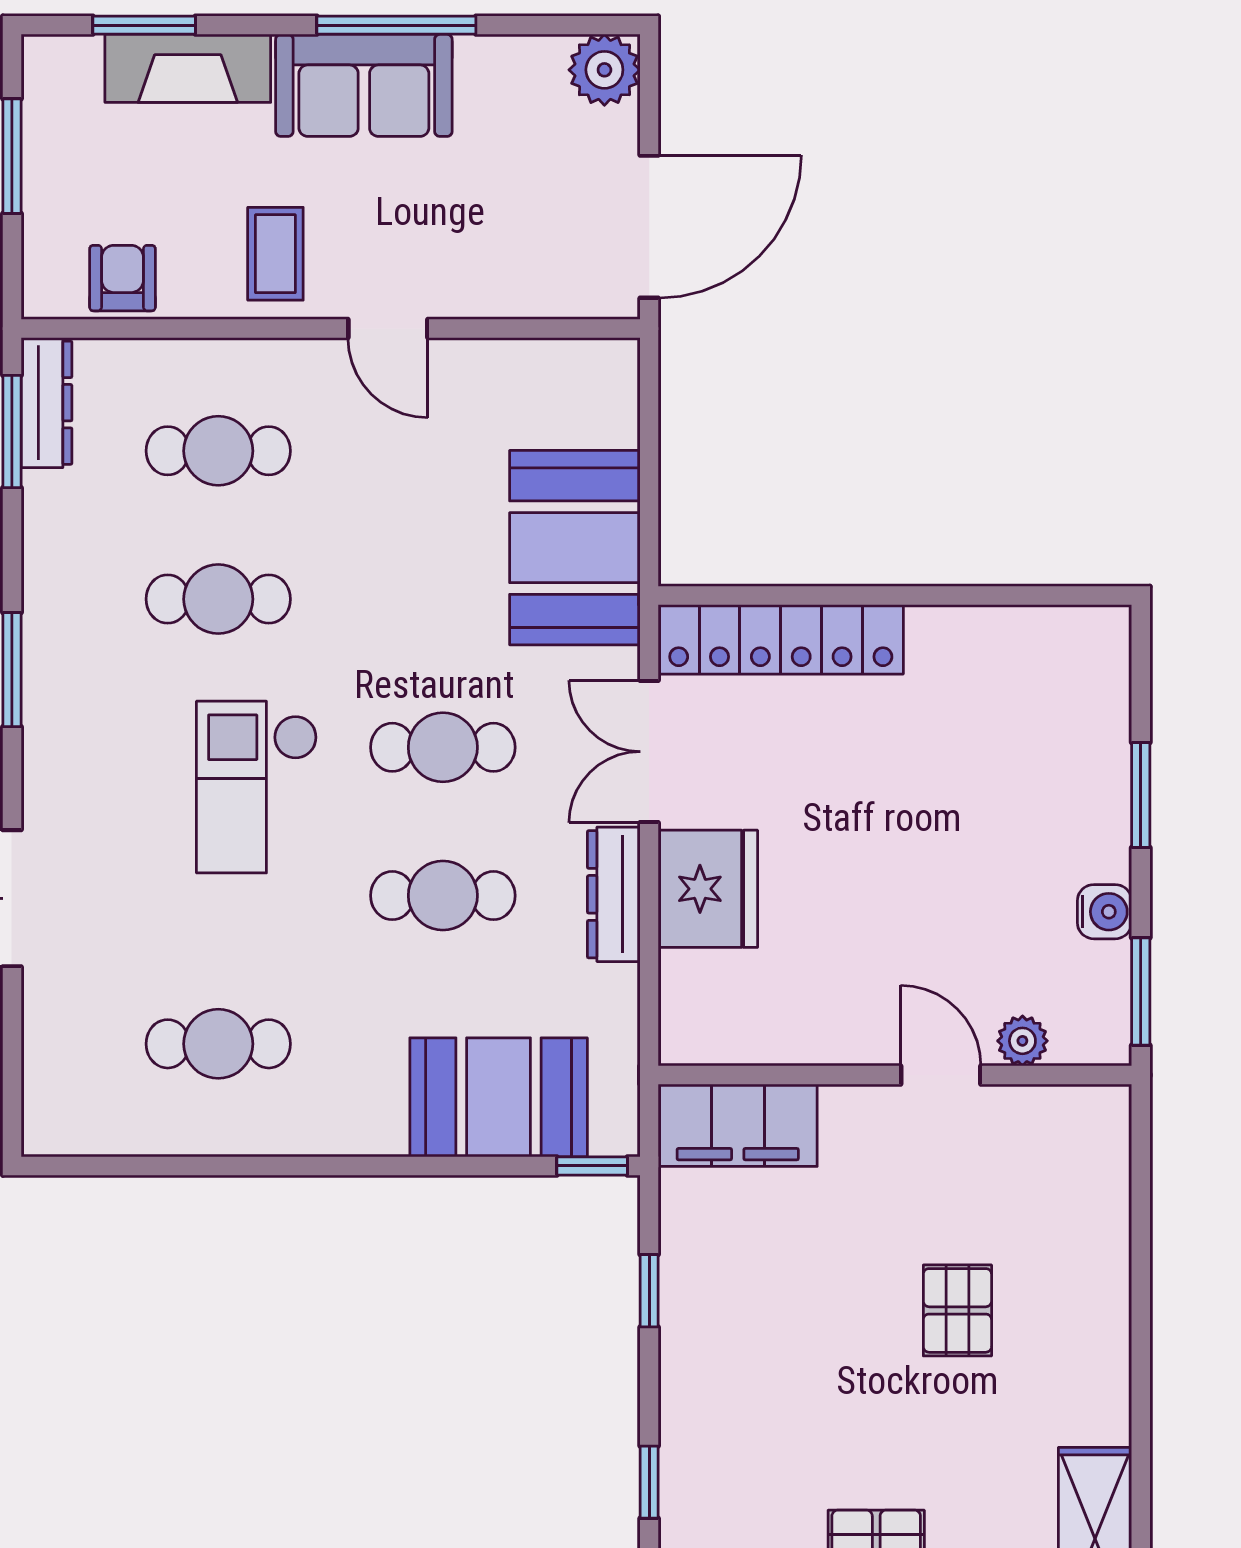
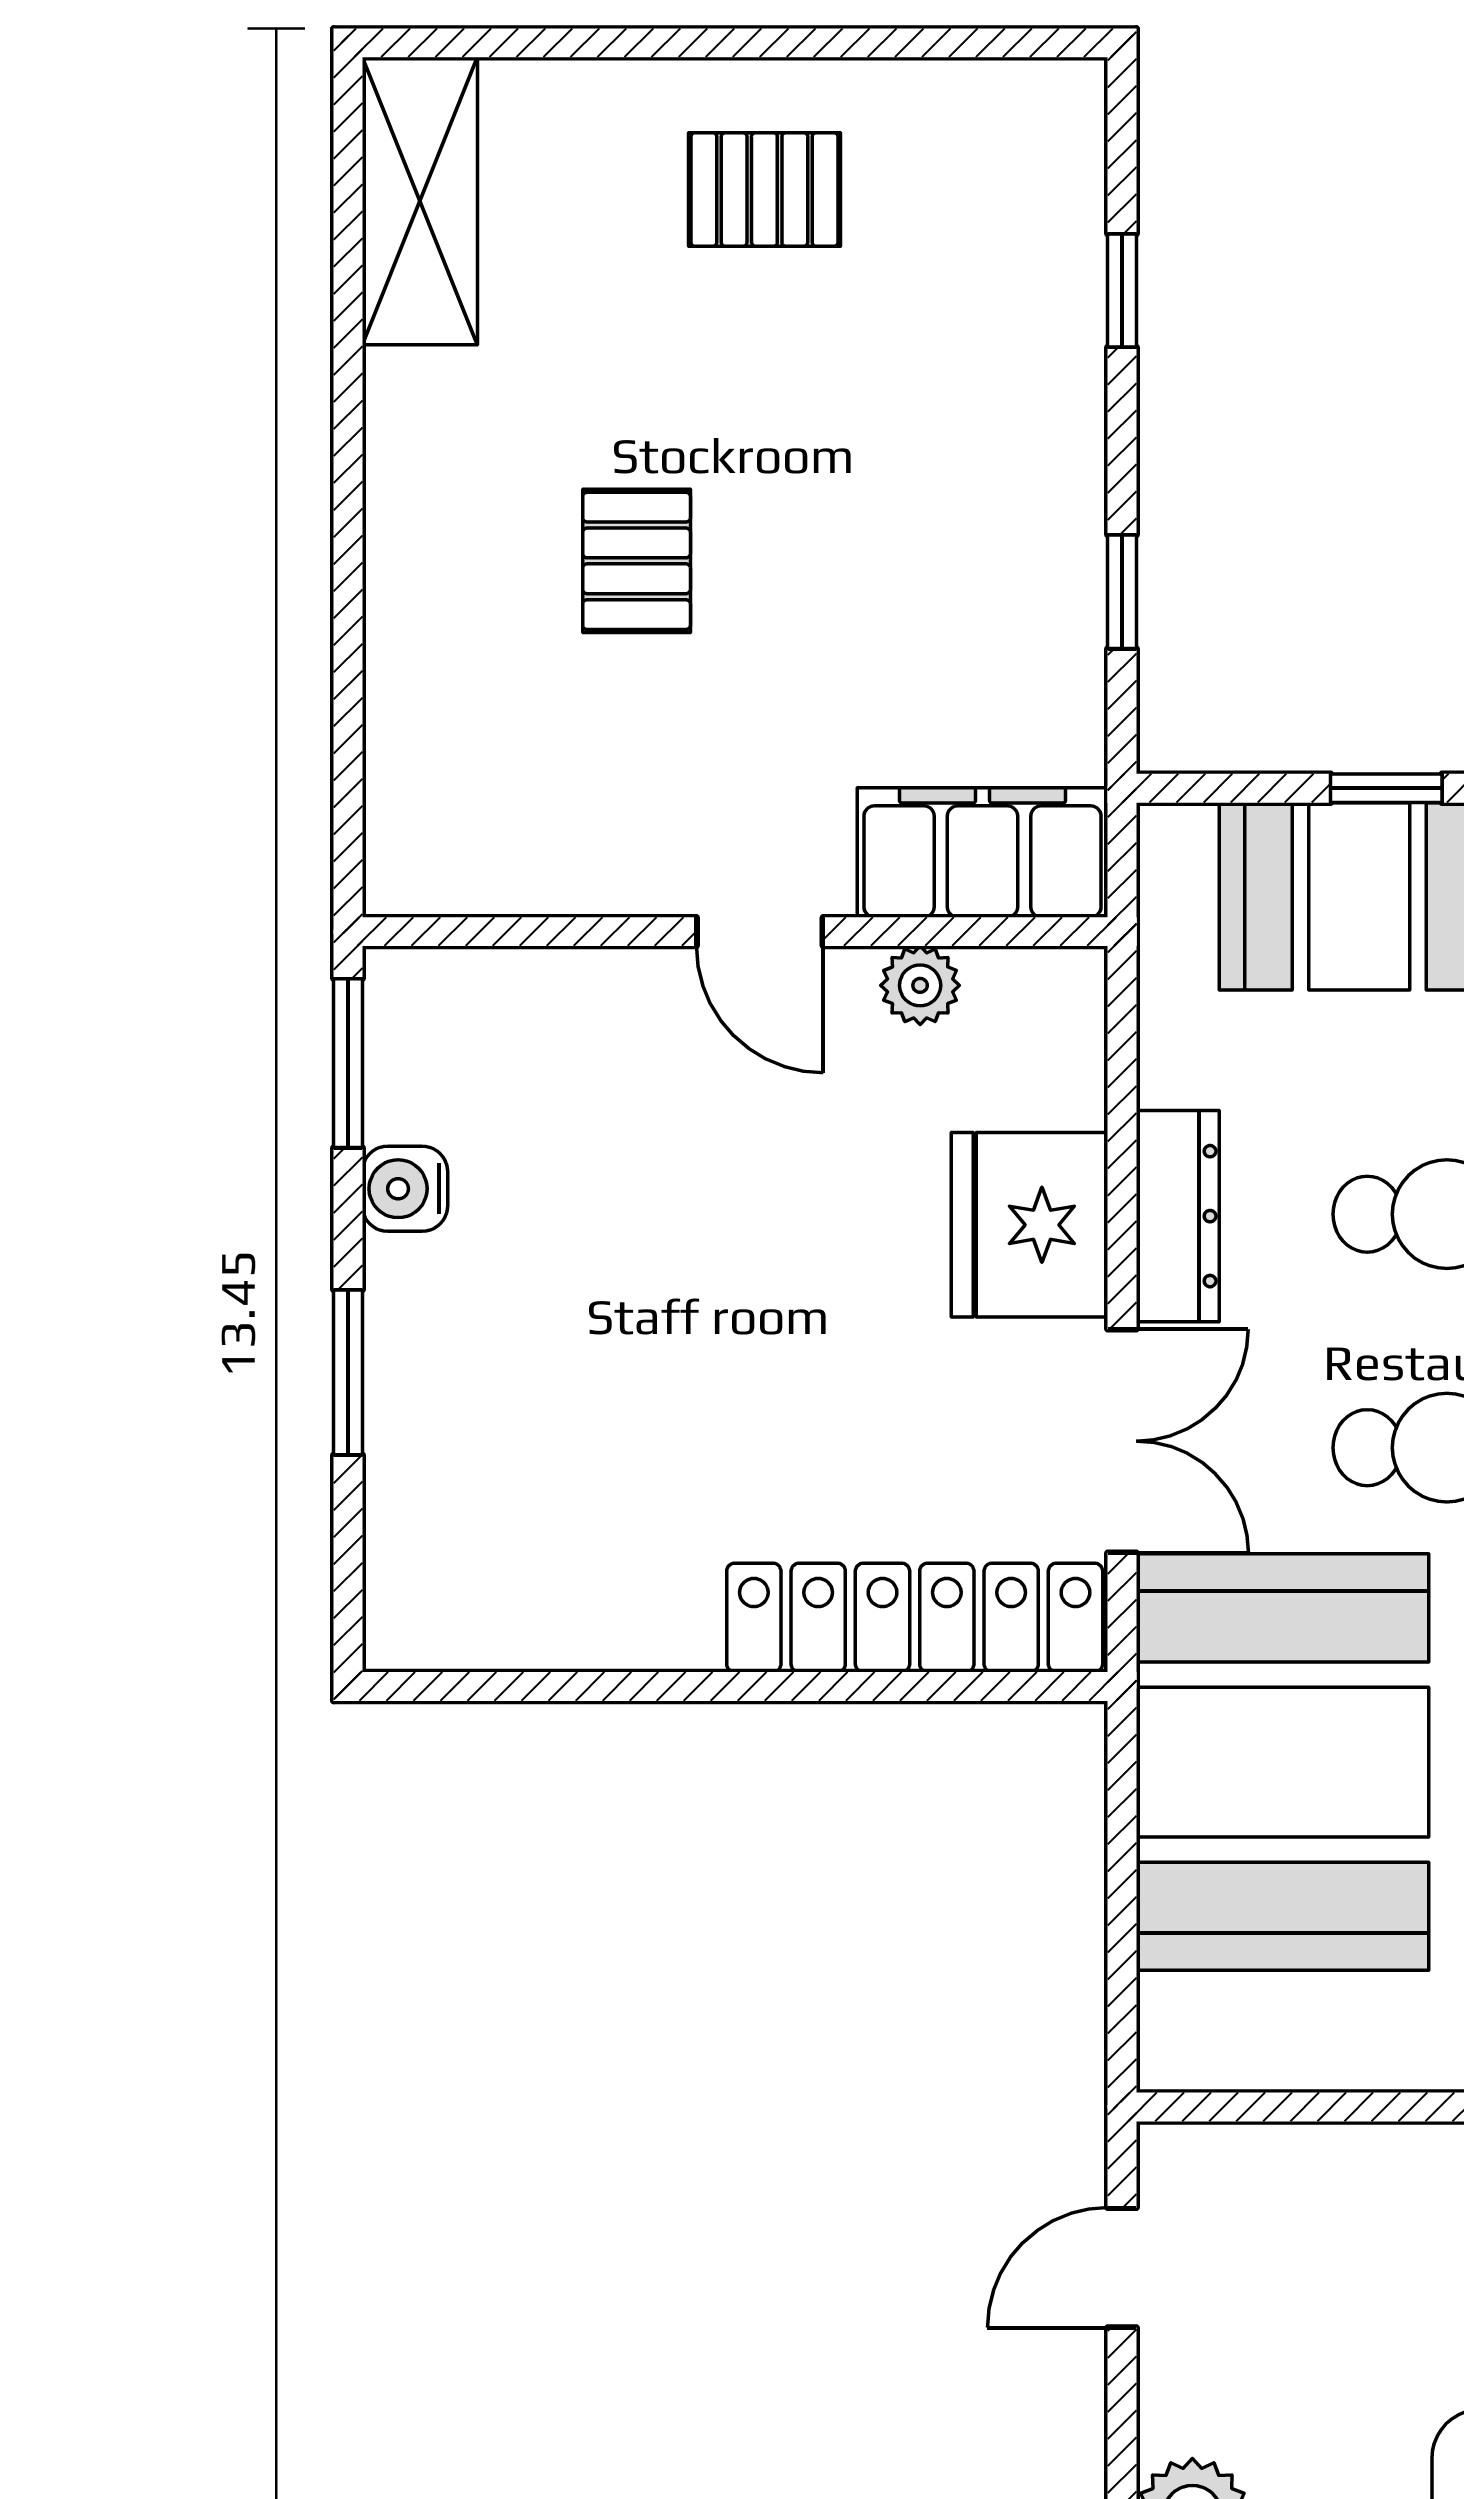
door: (649, 227) -> (1122, 2268), width x0.53
booth: (575, 548) -> (1282, 1762), width x1.36, depth x1.42
plant: (1022, 1041) -> (920, 985), moved
door: (941, 1075) -> (760, 932), moved
window: (592, 1166) -> (1386, 788), moved

